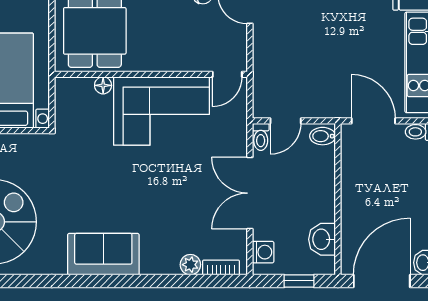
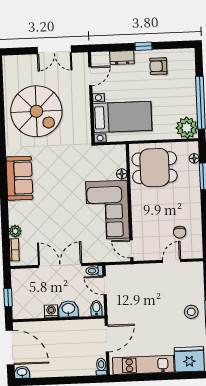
washbasin: (322, 239) -> (68, 309), moved
washing machine: (263, 252) -> (51, 311), moved, turned 180

